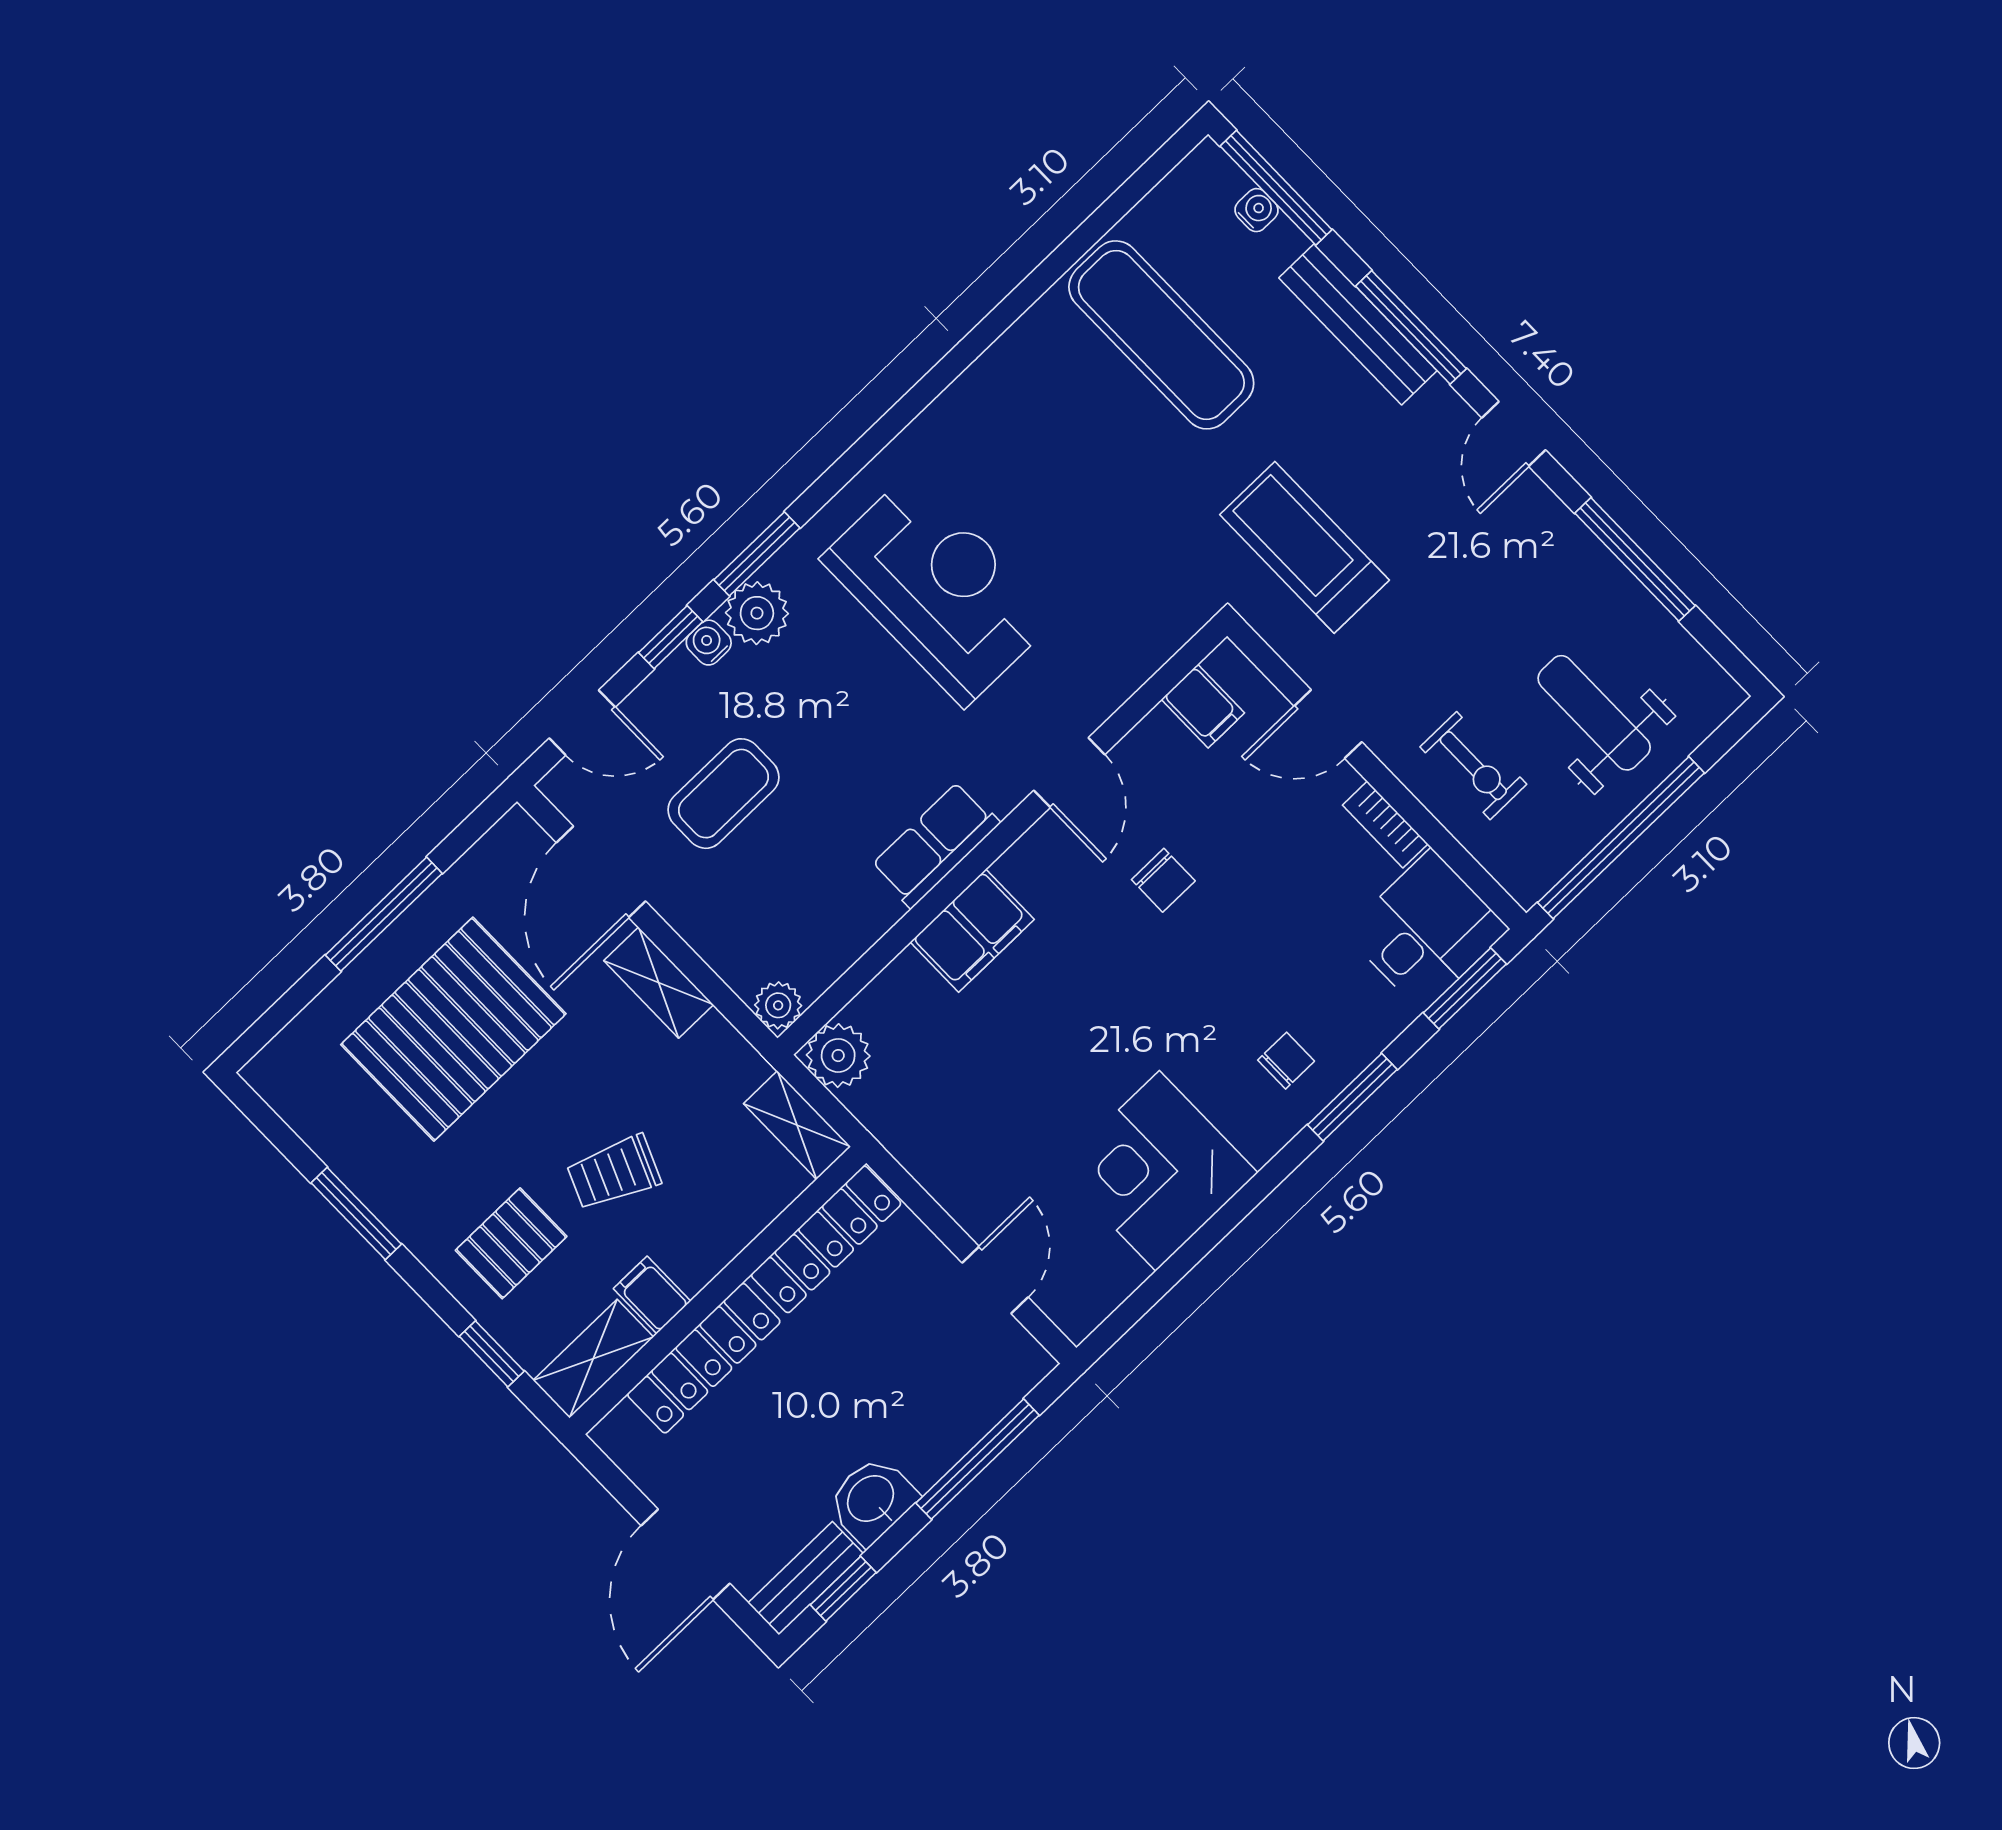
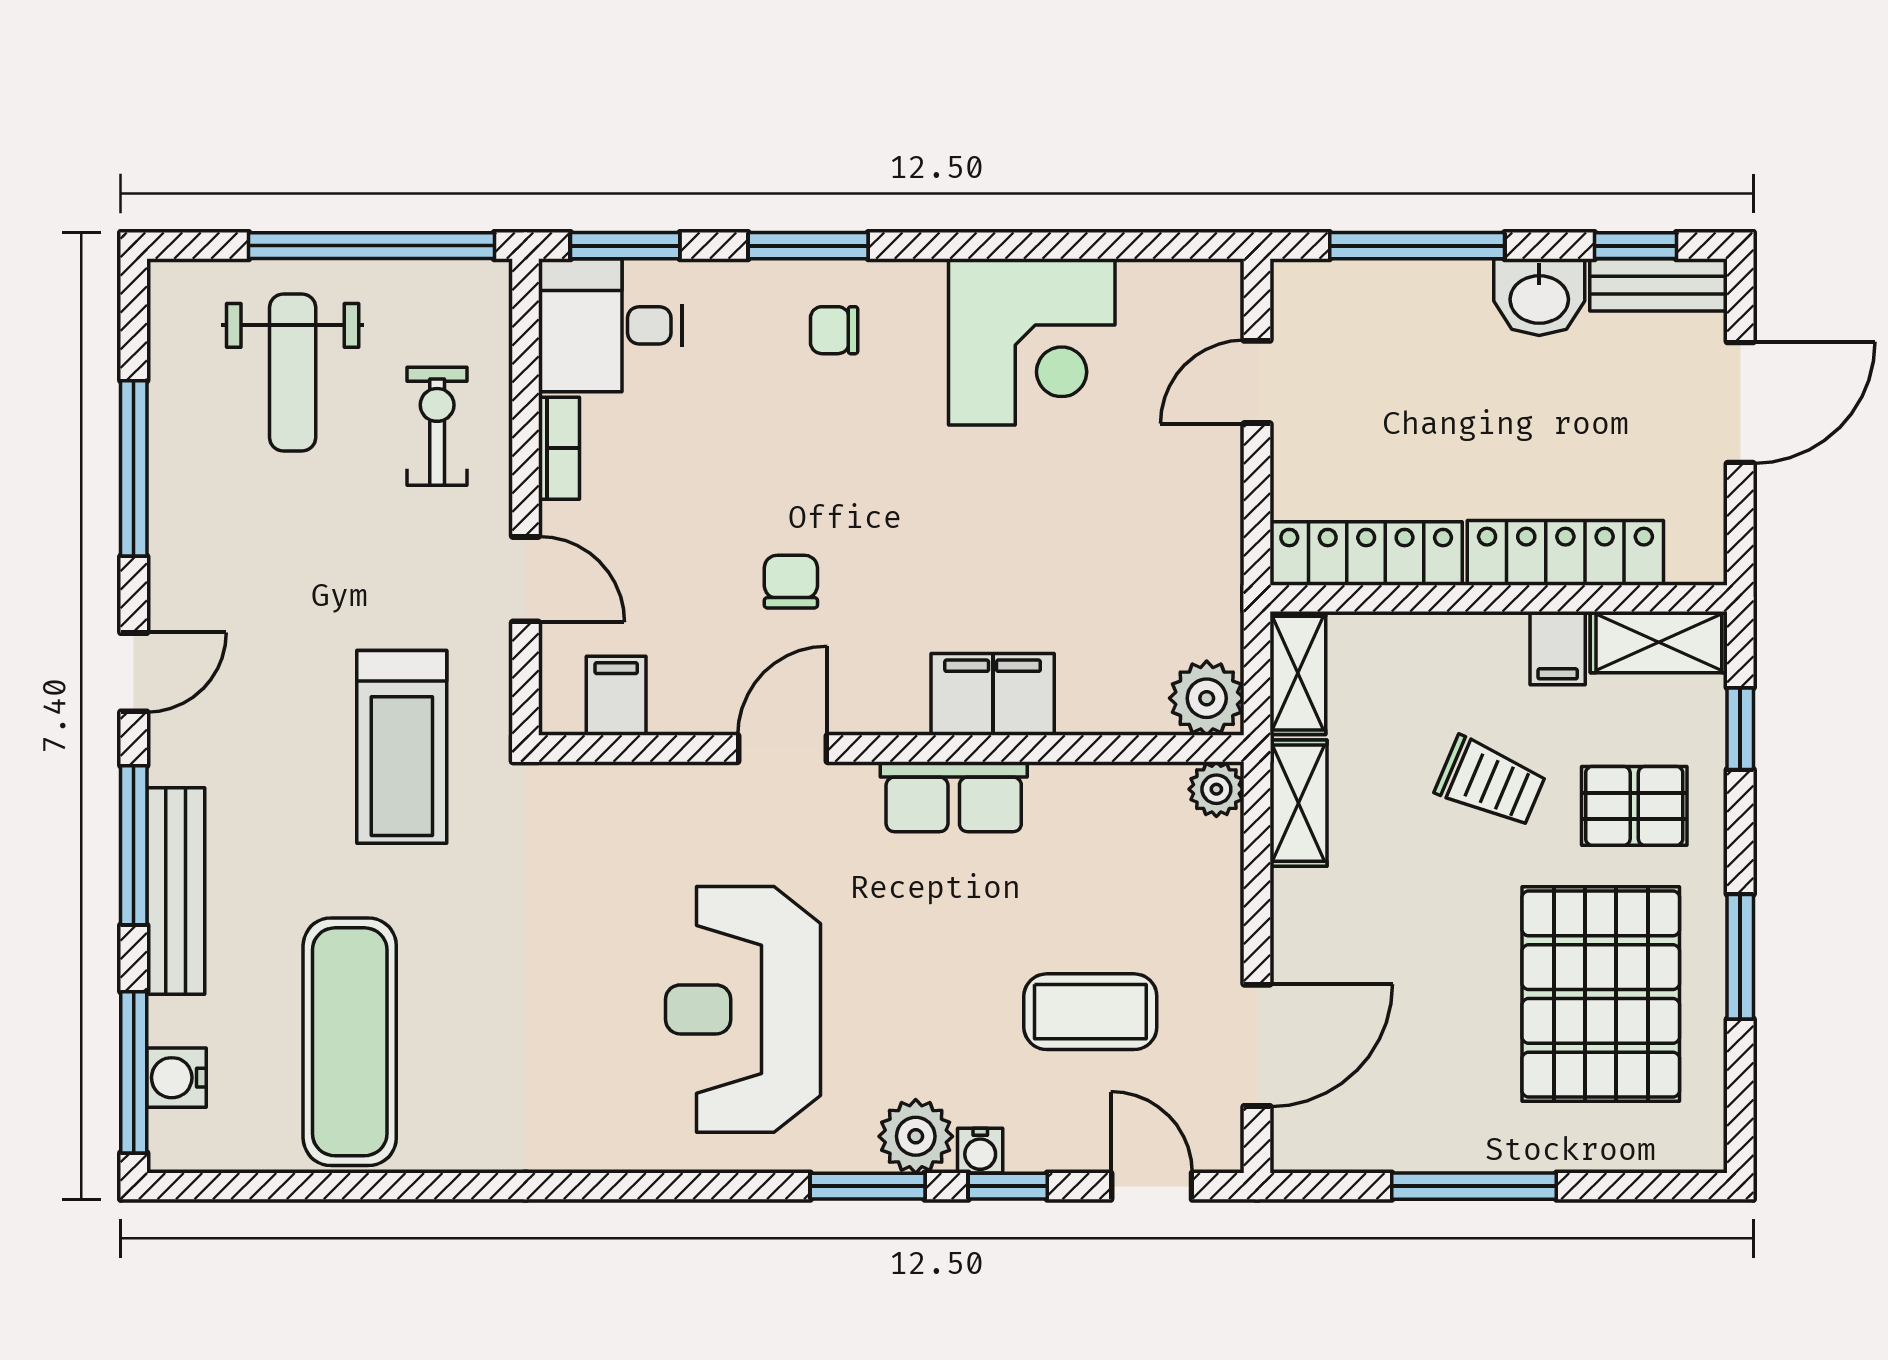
water cooler: (1256, 210) -> (176, 1078), width x1.38, depth x1.38
shelving: (659, 983) -> (1299, 803), moved
pallet: (453, 1029) -> (1601, 994), moved, turned 90

